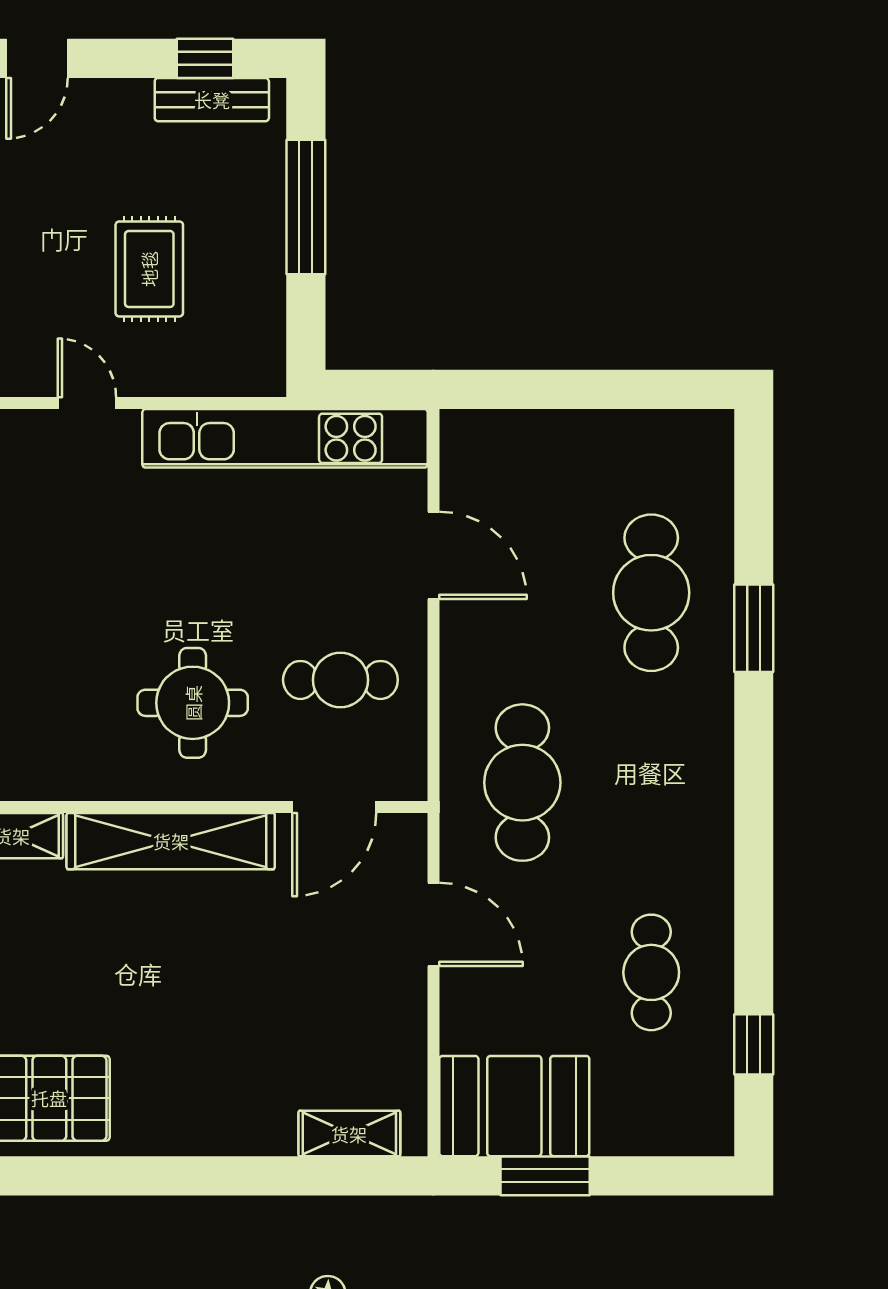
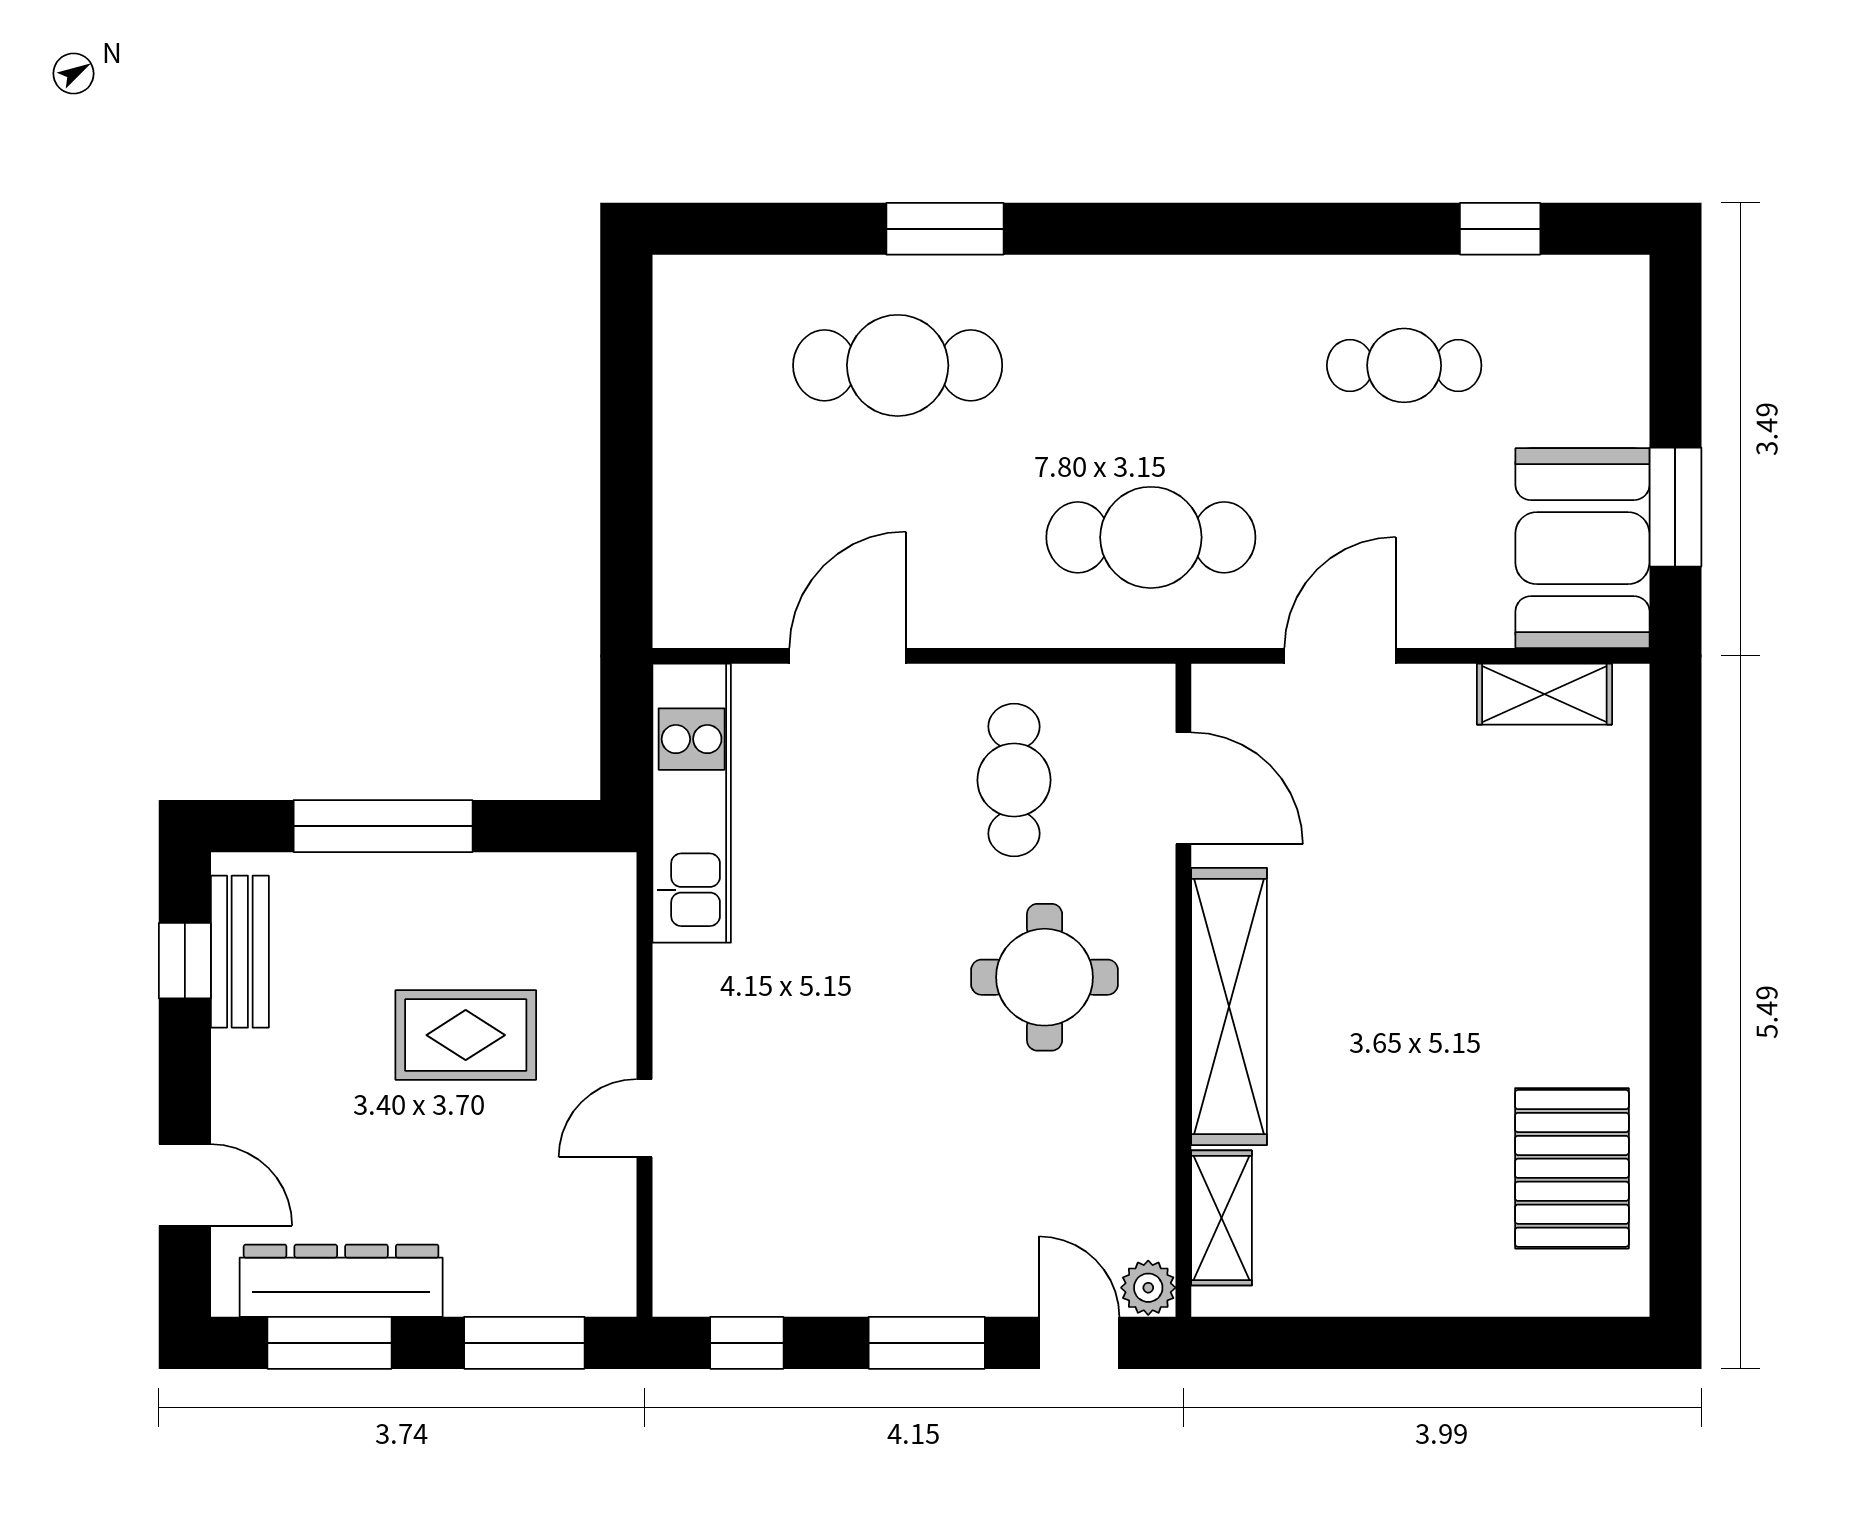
kitchen unit: (285, 438) -> (692, 803), width x0.73
shelving: (349, 1134) -> (1544, 694), moved, turned 90

